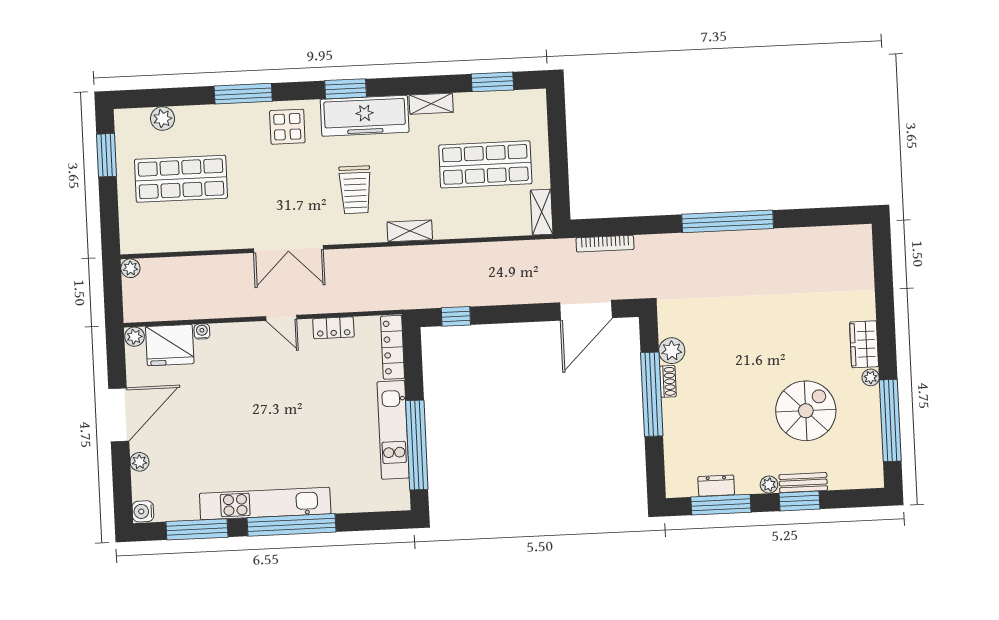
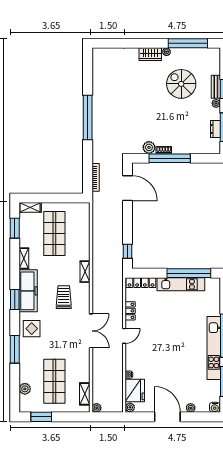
trolley: (355, 190) -> (64, 297), turned -90
shelving: (542, 212) -> (30, 207), moved
shelving: (158, 242) -> (85, 394), added

